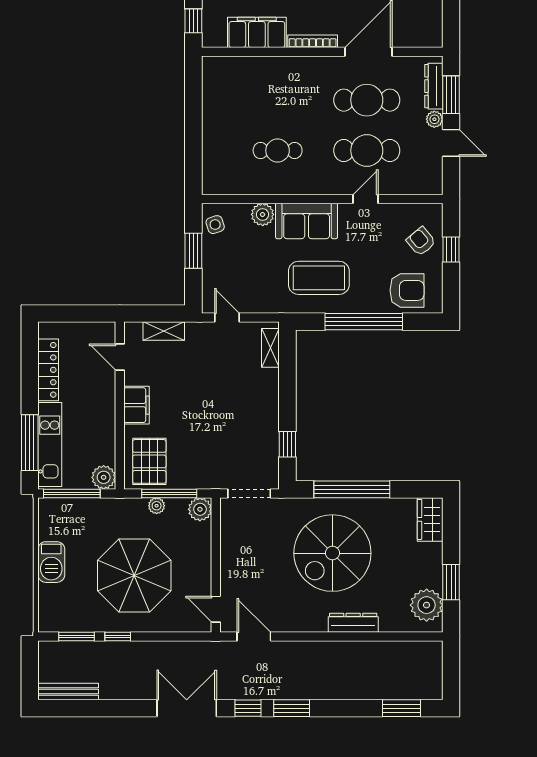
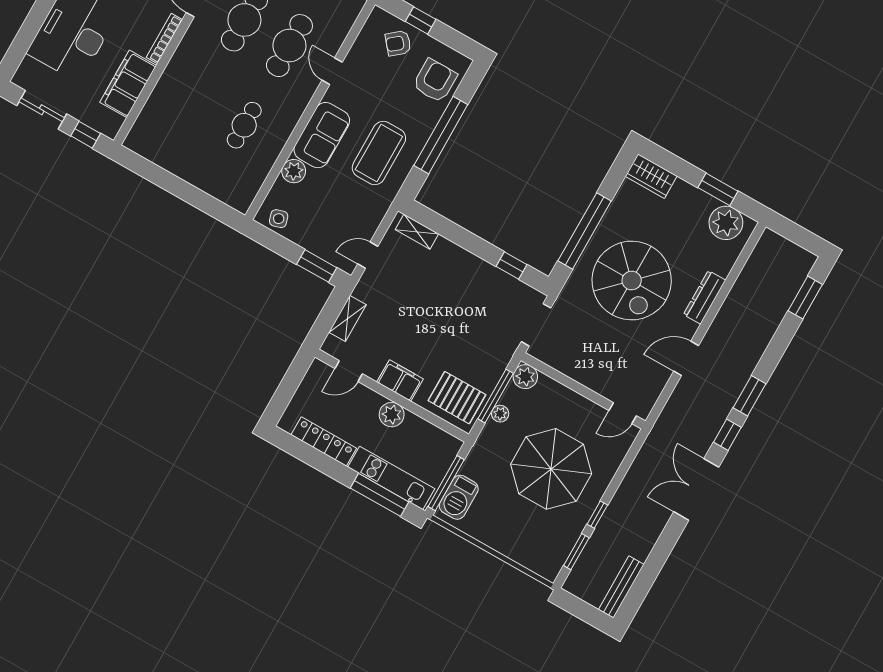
window: (193, 251) -> (317, 266), moved
plant: (104, 477) -> (392, 415), moved
barbecue: (51, 562) -> (459, 497), moved, turned 90
door: (254, 637) -> (686, 358), moved

